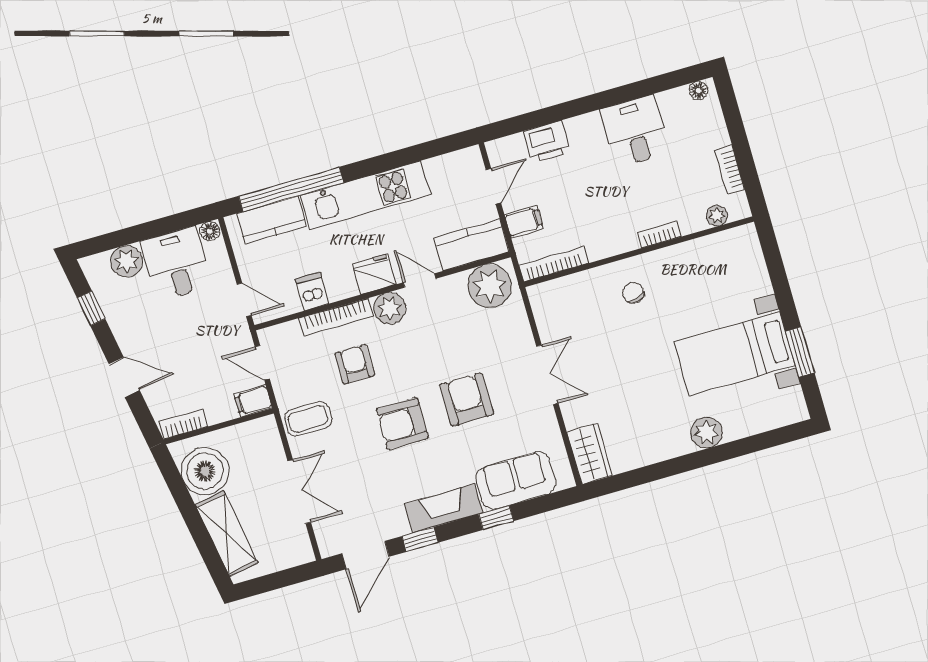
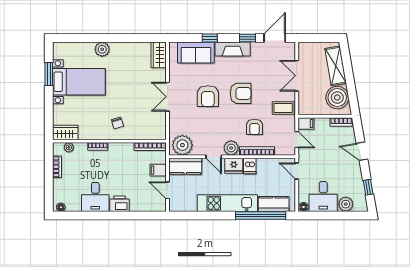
printer: (547, 142) -> (119, 204), moved
door: (493, 186) -> (168, 190), hinge flipped
wardrobe: (733, 244) -> (65, 132), added
dishwasher: (312, 291) -> (250, 166), moved

